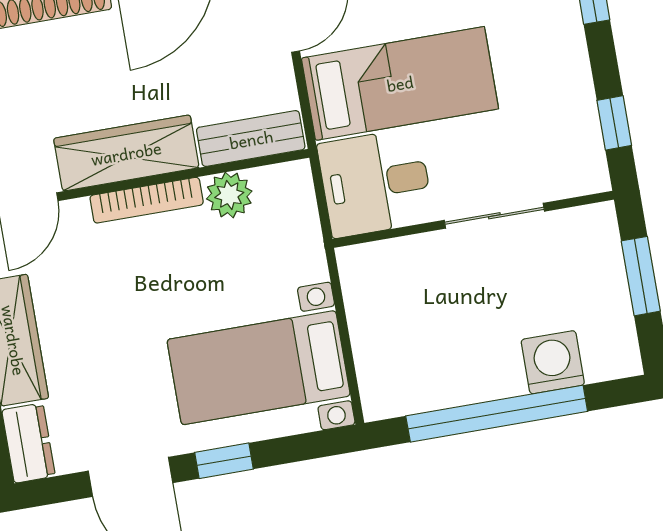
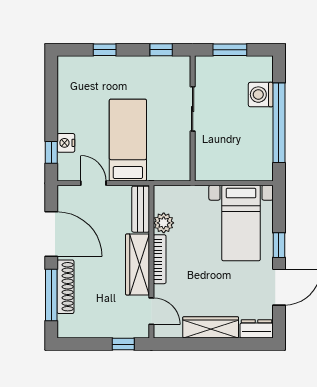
desk: (376, 183) -> (169, 158), removed

